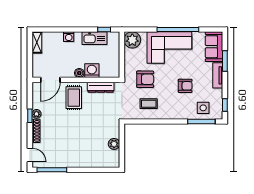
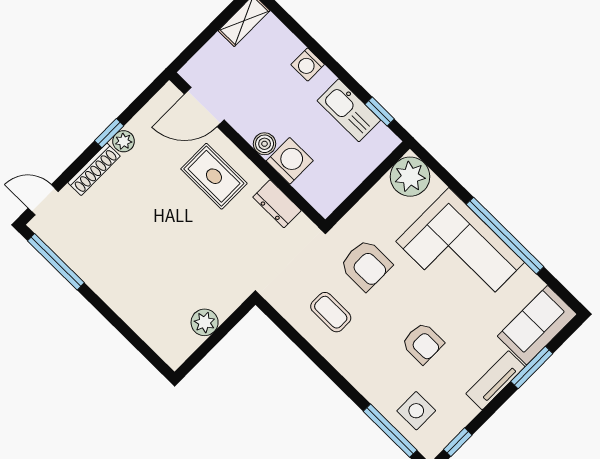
dresser: (101, 87) -> (277, 204), width x0.70
rug: (74, 98) -> (214, 176), turned 90
door: (30, 155) -> (43, 200), swing flipped

